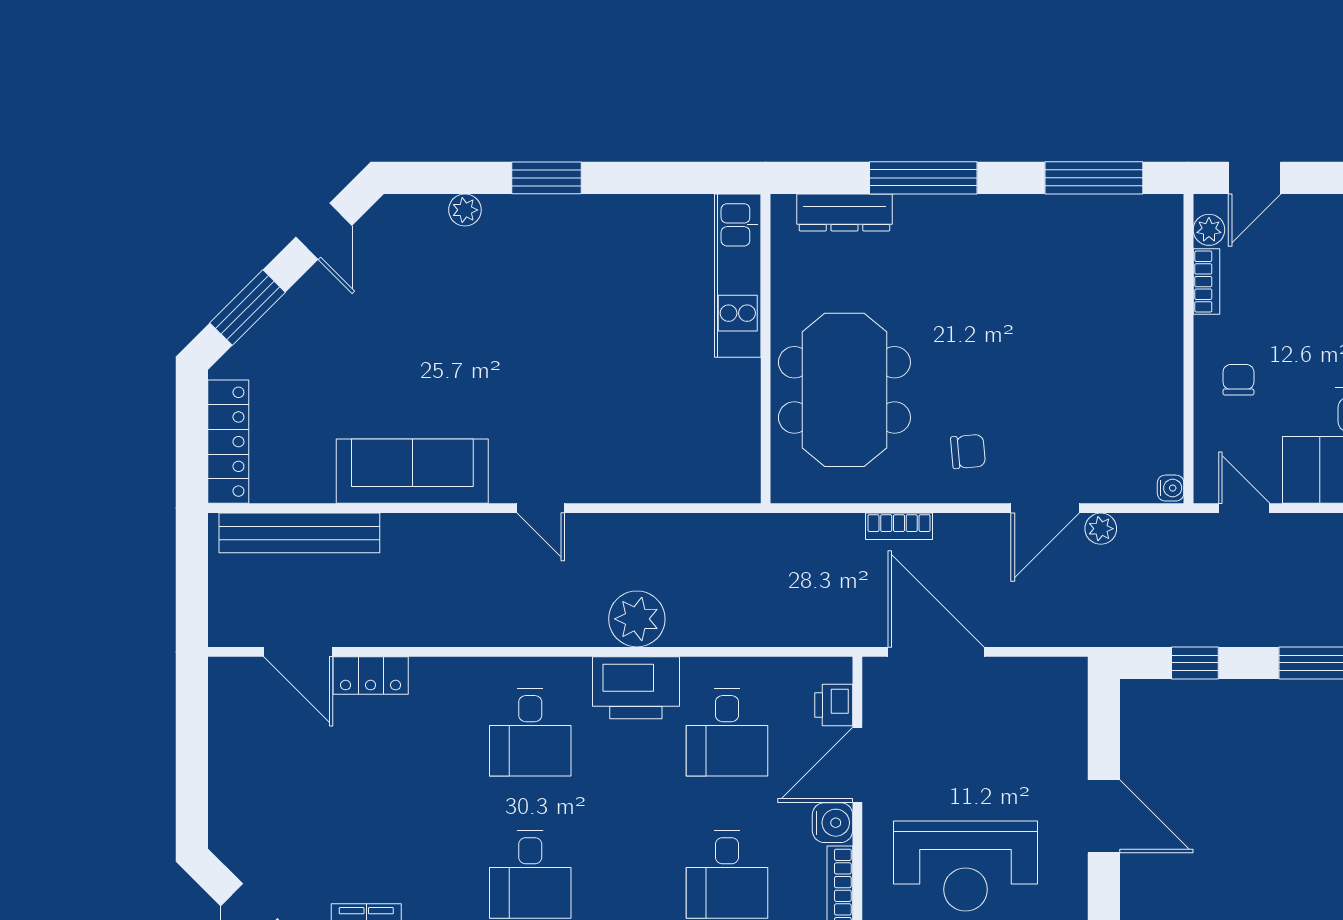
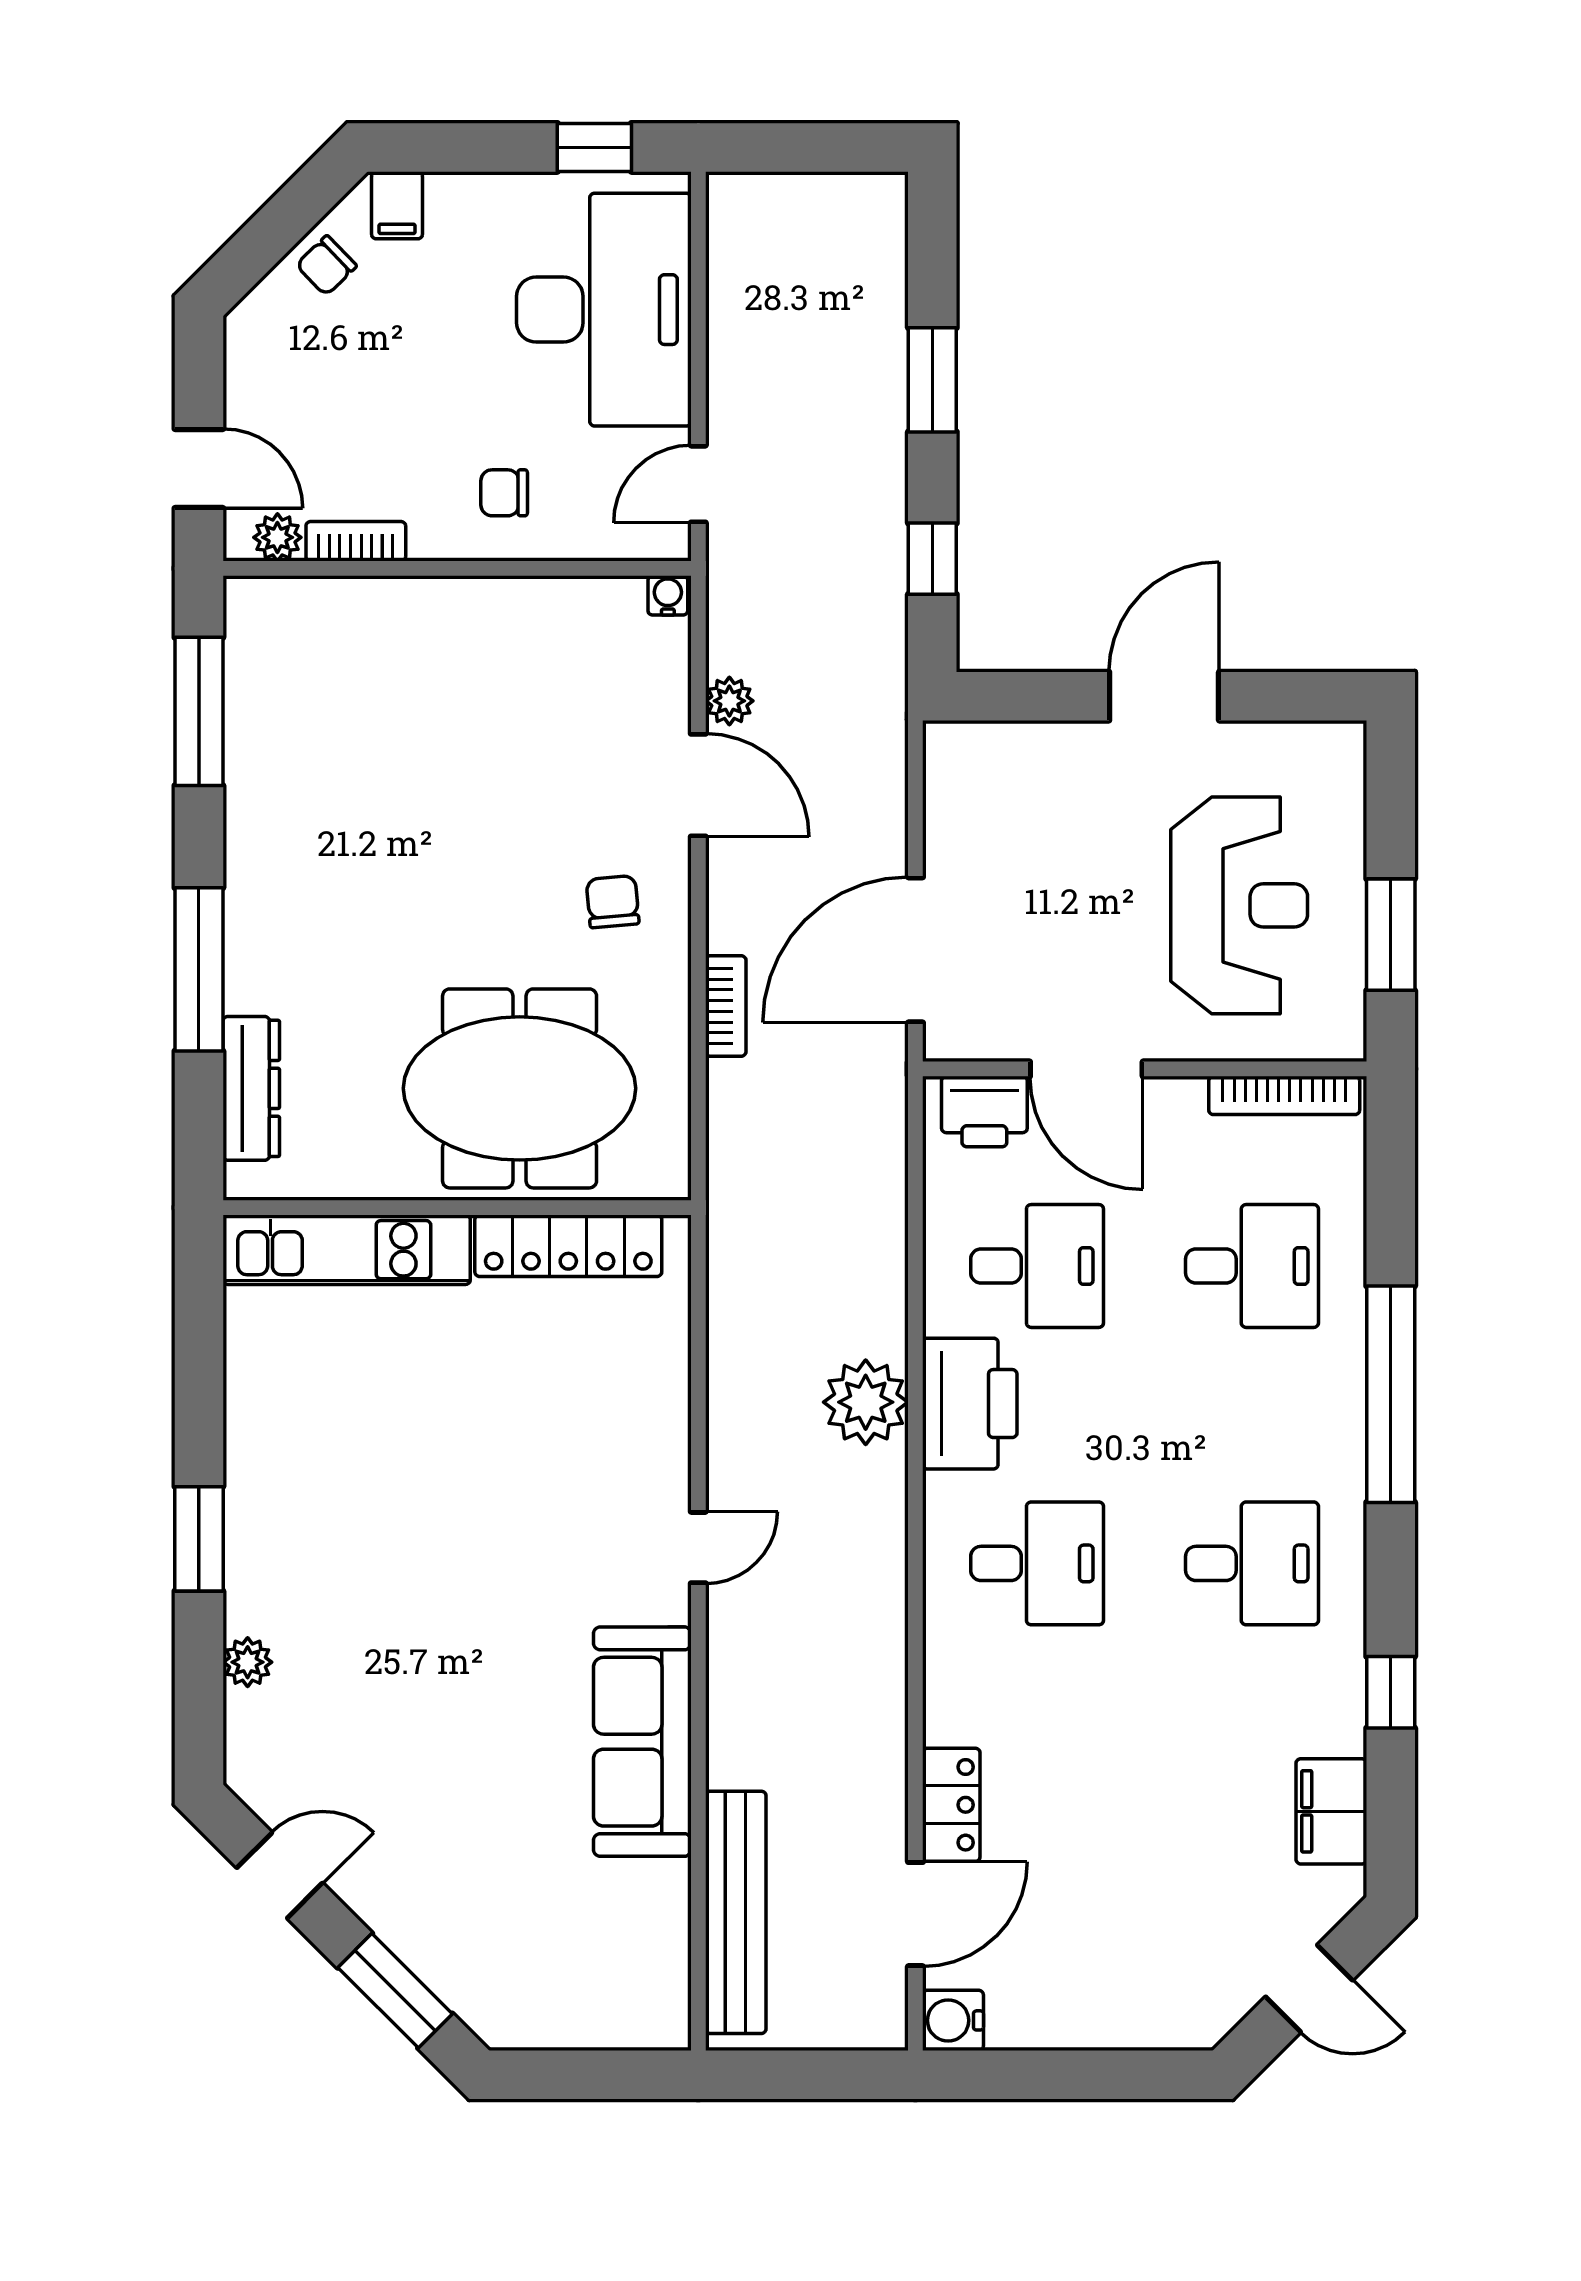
locker: (228, 442) -> (568, 1246), moved, turned 180
printer: (834, 705) -> (984, 1112), width x1.36, depth x1.24
water cooler: (833, 823) -> (953, 2020), moved, turned -90

